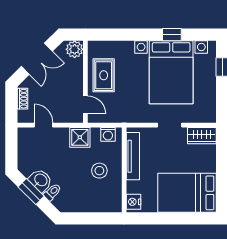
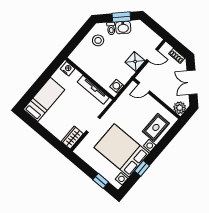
rug: (104, 75) -> (156, 127), moved, turned 90
shower: (80, 137) -> (135, 62), moved
stool: (99, 171) -> (98, 40), moved
bed: (187, 193) -> (44, 99), width x0.67

